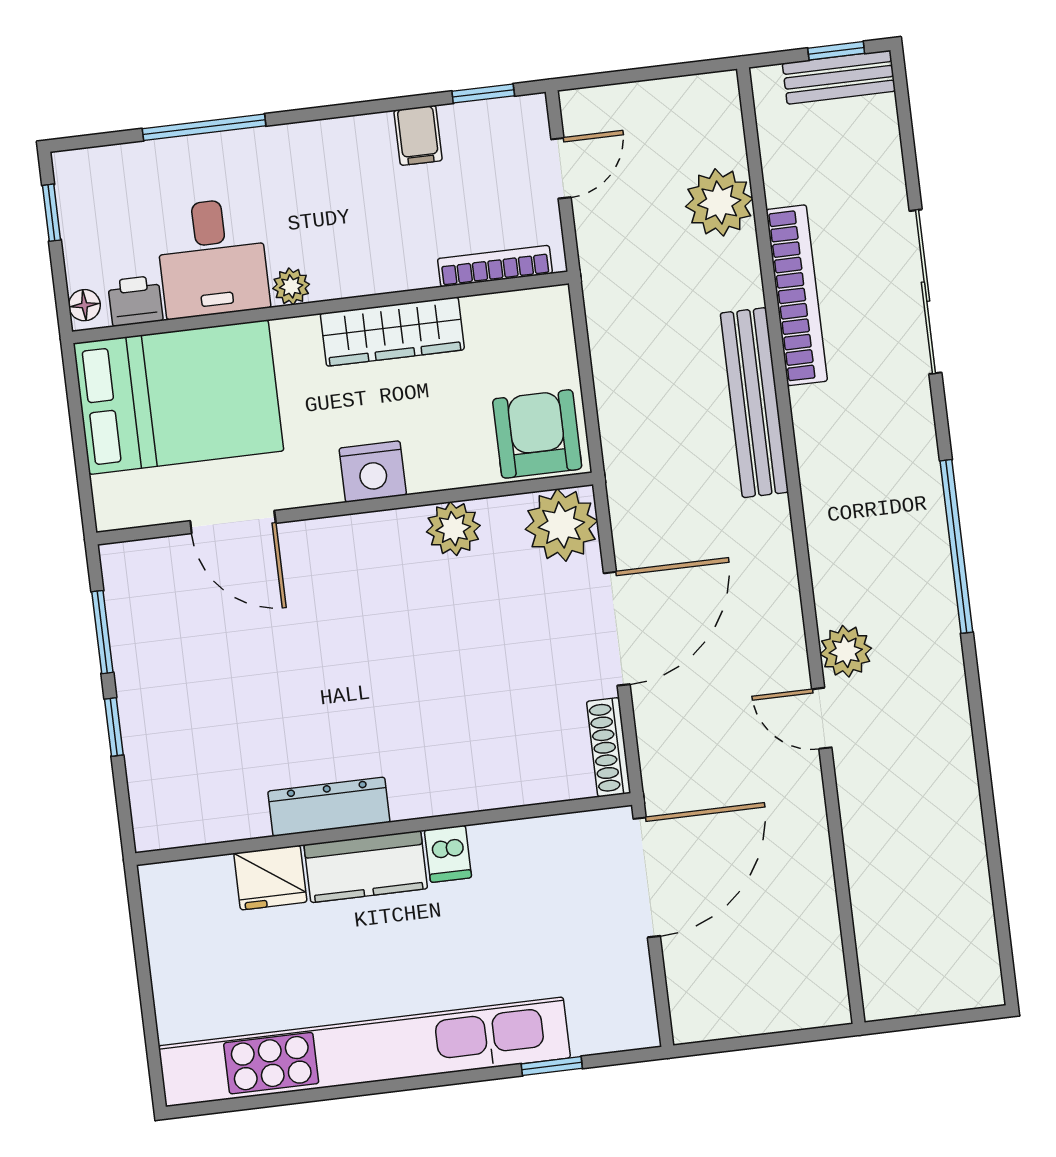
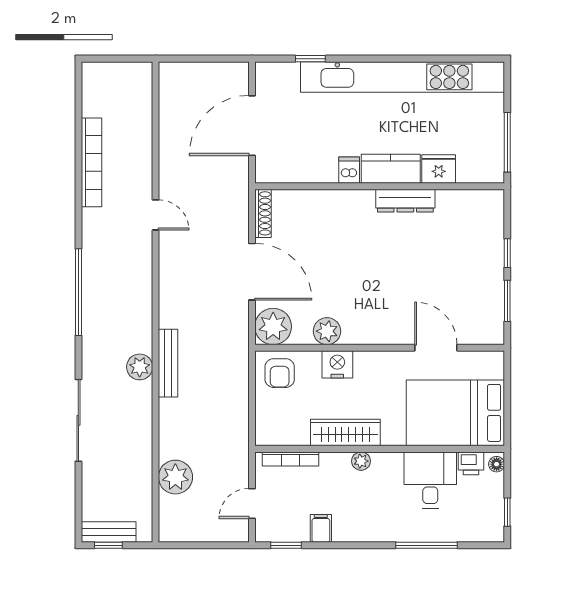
plant: (291, 286) -> (361, 461), moved
bookcase: (797, 295) -> (91, 162), moved, turned 180
bench: (754, 403) -> (168, 363), width x0.73, depth x0.82
armchair: (537, 434) -> (280, 373), width x0.72, depth x0.72
nightstand: (373, 472) -> (337, 364), moved
door: (617, 629) -> (252, 272), swing flipped
plant: (846, 651) -> (140, 367), moved
door: (647, 877) -> (252, 126), moved
window: (140, 947) -> (507, 142), added

